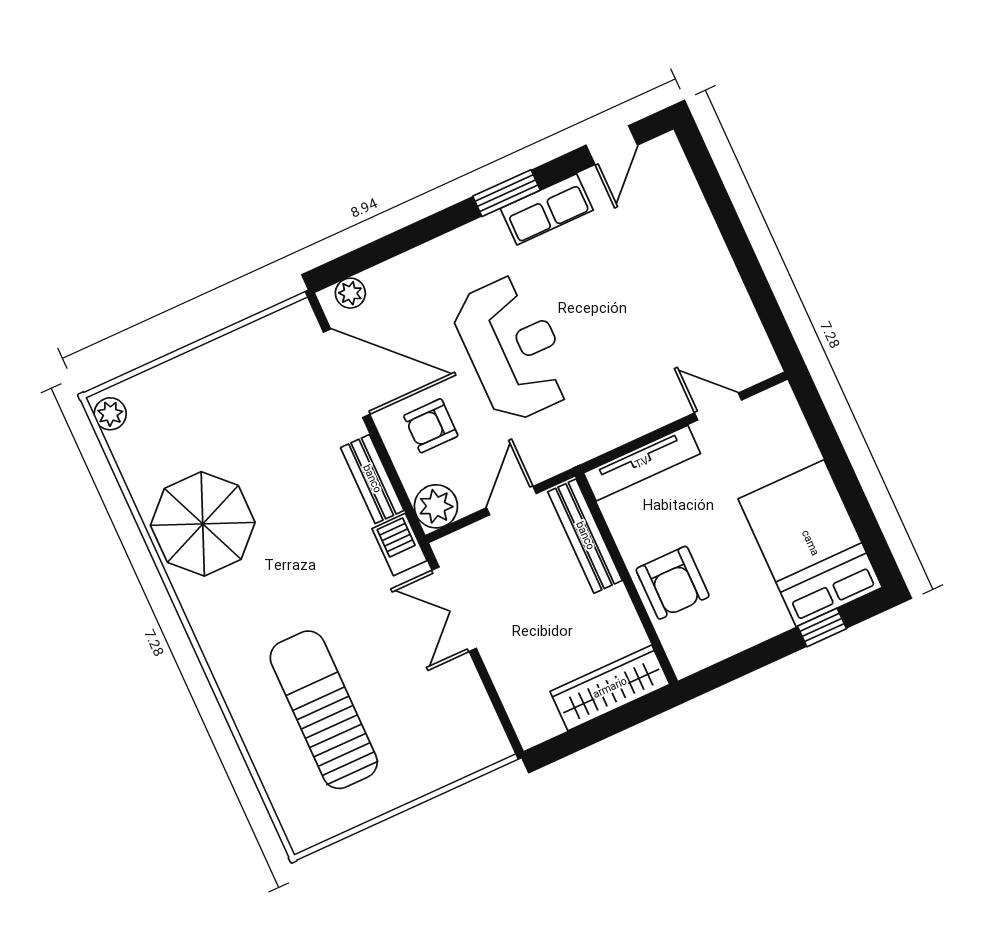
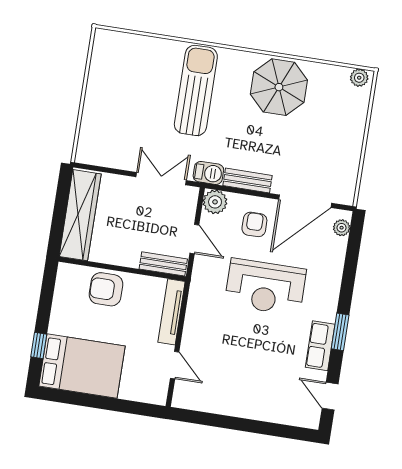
door: (718, 406) -> (175, 365), hinge flipped
bench: (585, 536) -> (163, 264), width x0.73
wardrobe: (610, 688) -> (80, 215), width x1.40, depth x1.17
sun lounger: (324, 710) -> (196, 90), moved, turned -90

